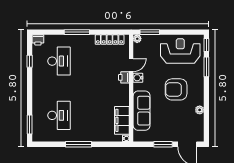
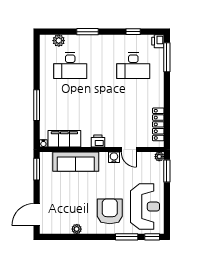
window: (77, 32) -> (167, 57), moved
printer: (124, 77) -> (98, 141), moved
armchair: (176, 89) -> (110, 211), moved
window: (30, 124) -> (88, 32), moved
plant: (37, 125) -> (59, 41), added
window: (79, 144) -> (37, 105), moved
window: (163, 144) -> (37, 169), moved

